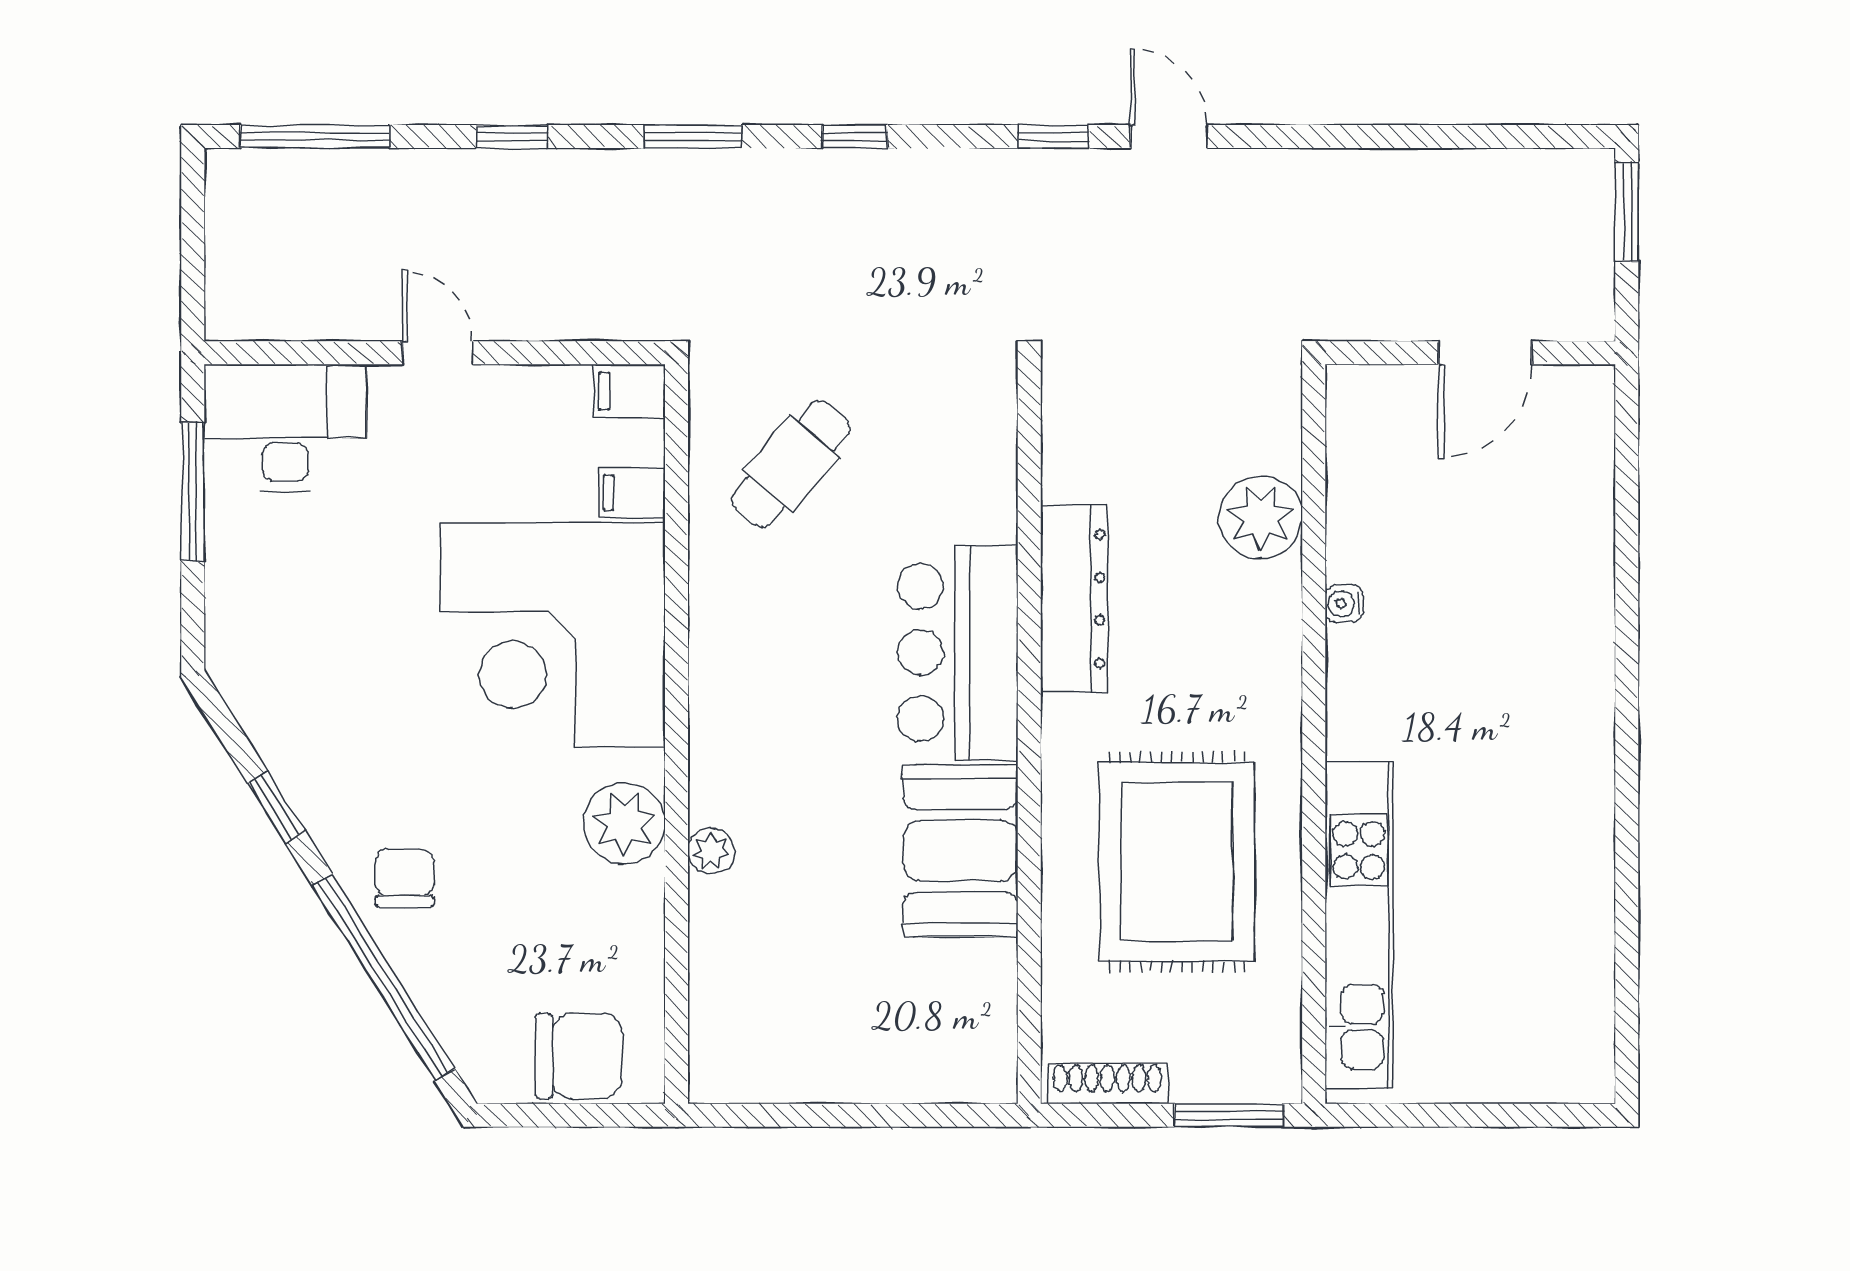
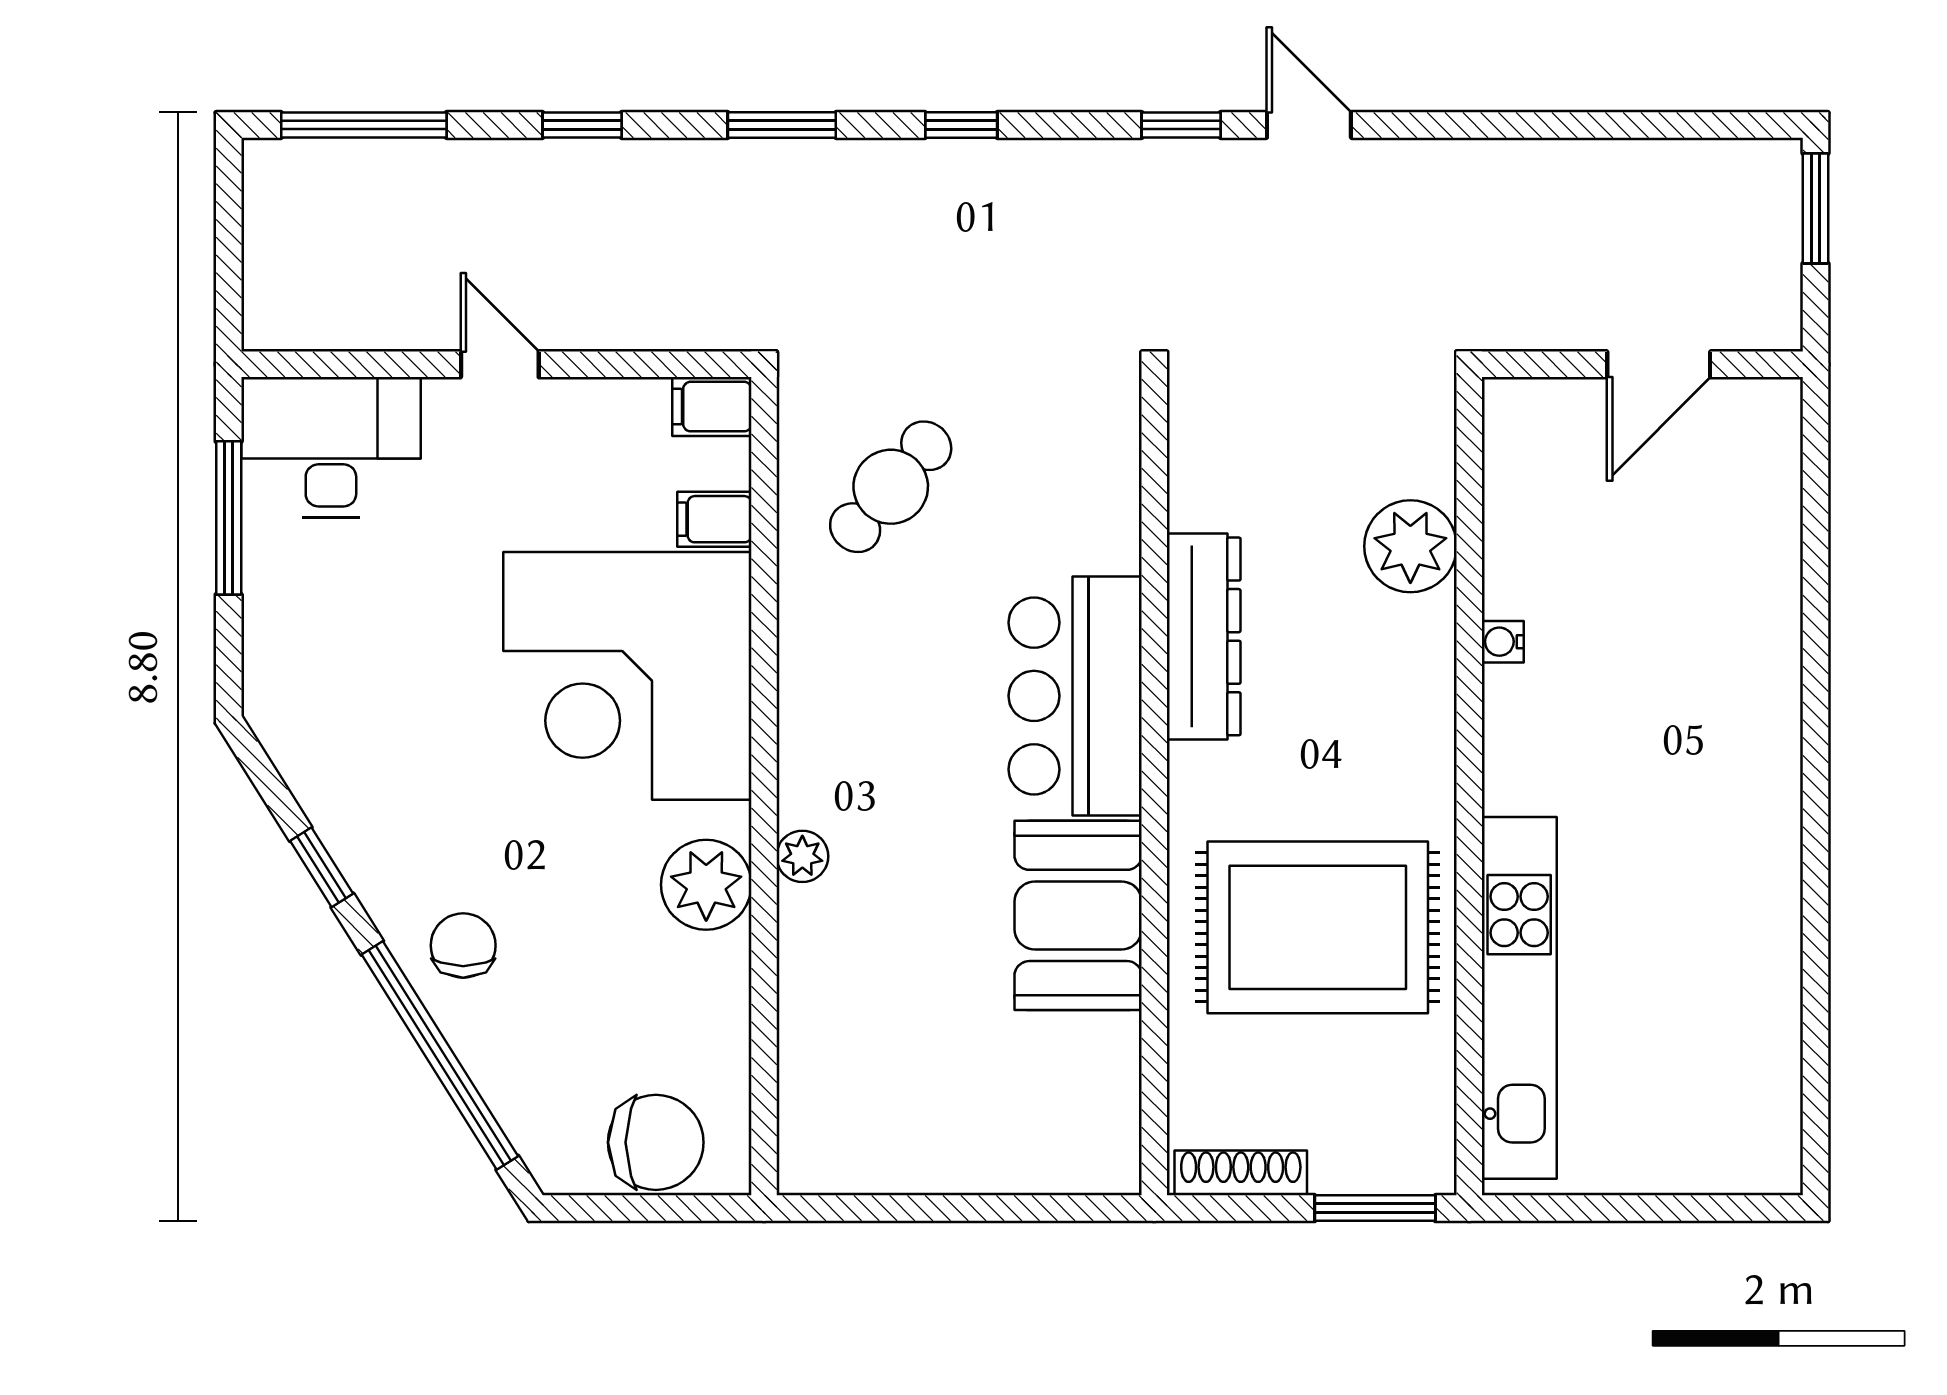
plant: (711, 851) -> (802, 856), moved
rug: (1177, 862) -> (1318, 927), turned 90

